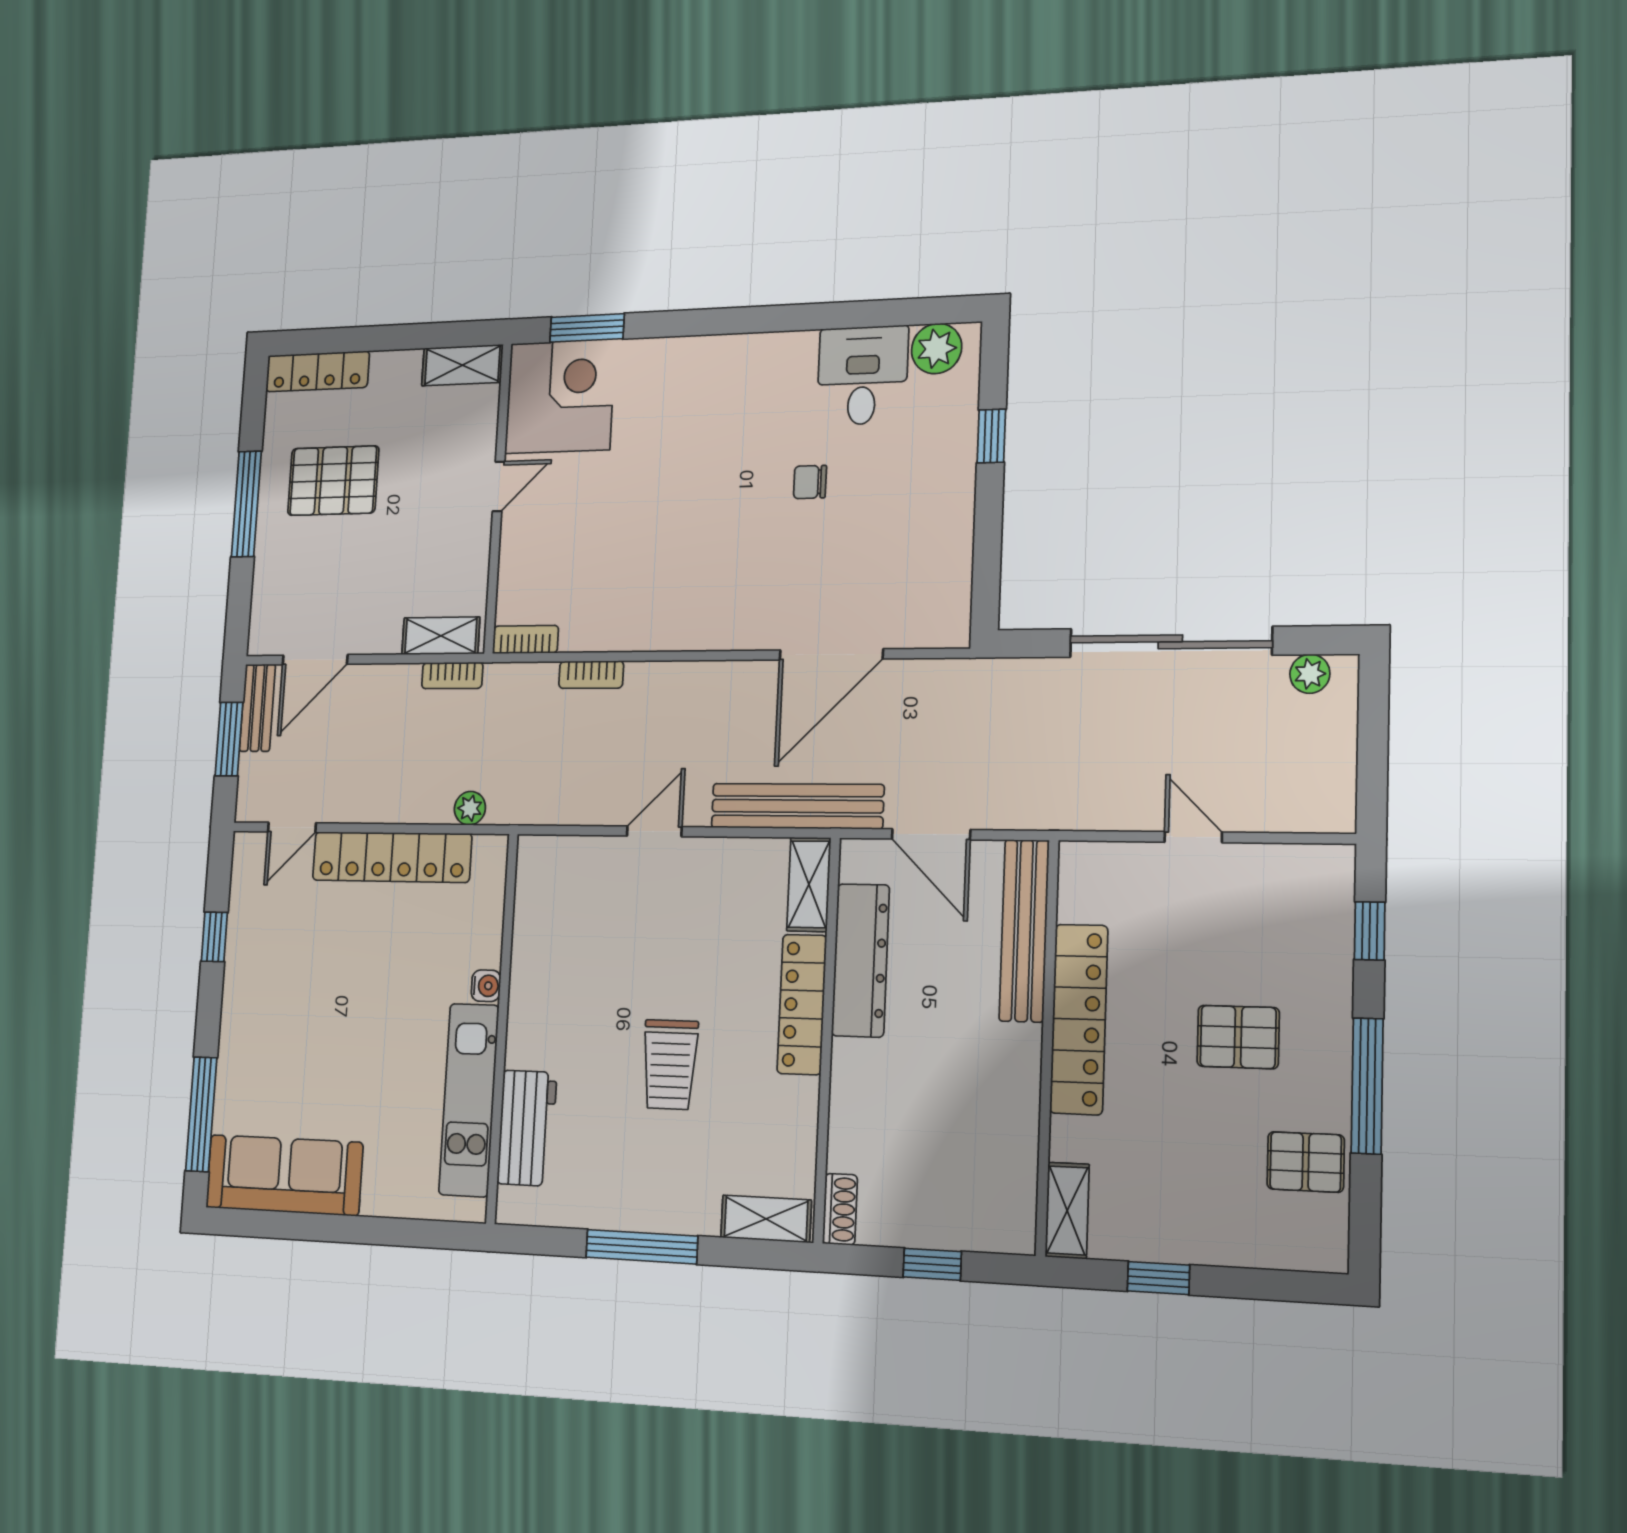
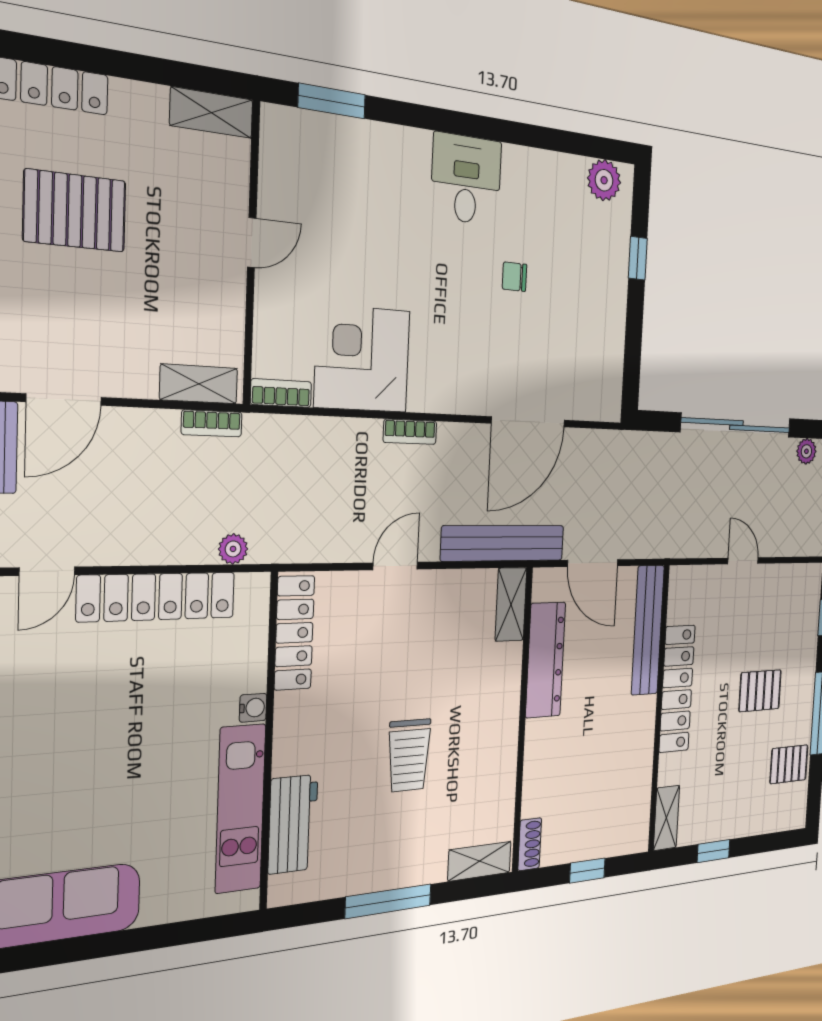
desk: (862, 375) -> (466, 179), moved
corner desk: (560, 396) -> (362, 359), moved, turned -90
bookcase: (591, 675) -> (410, 432), moved
locker: (802, 1004) -> (294, 633), moved, turned 180

